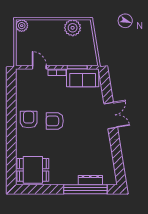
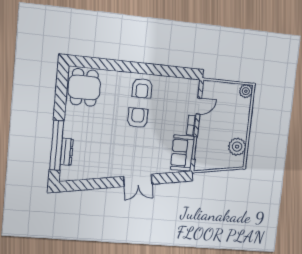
armchair: (29, 120) -> (142, 88), turned 90

